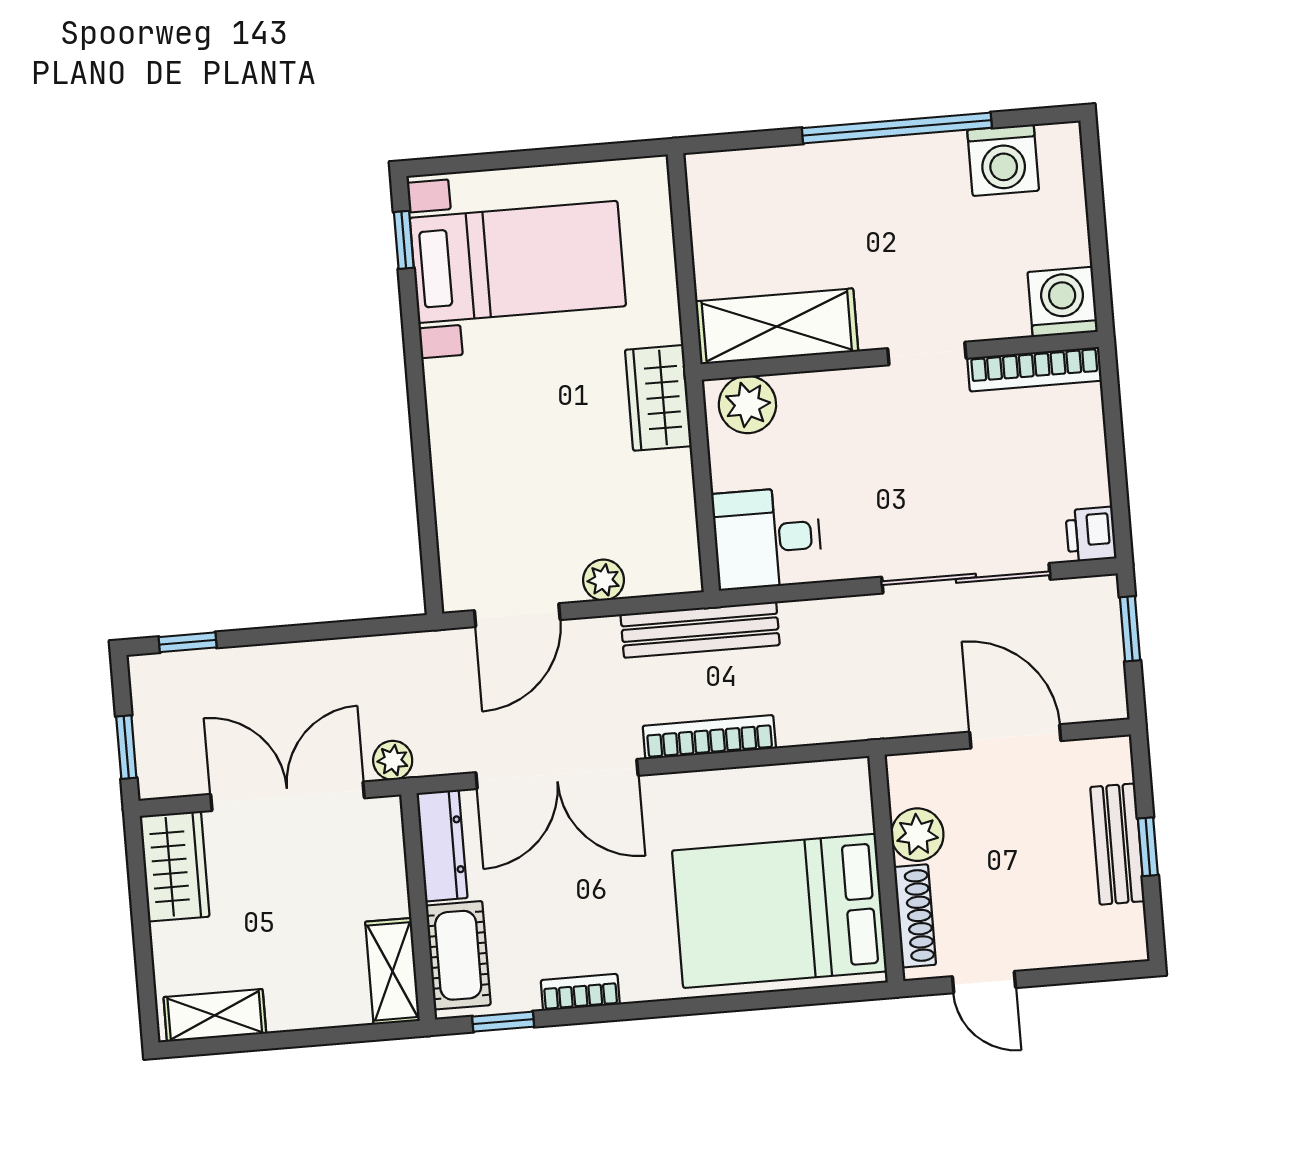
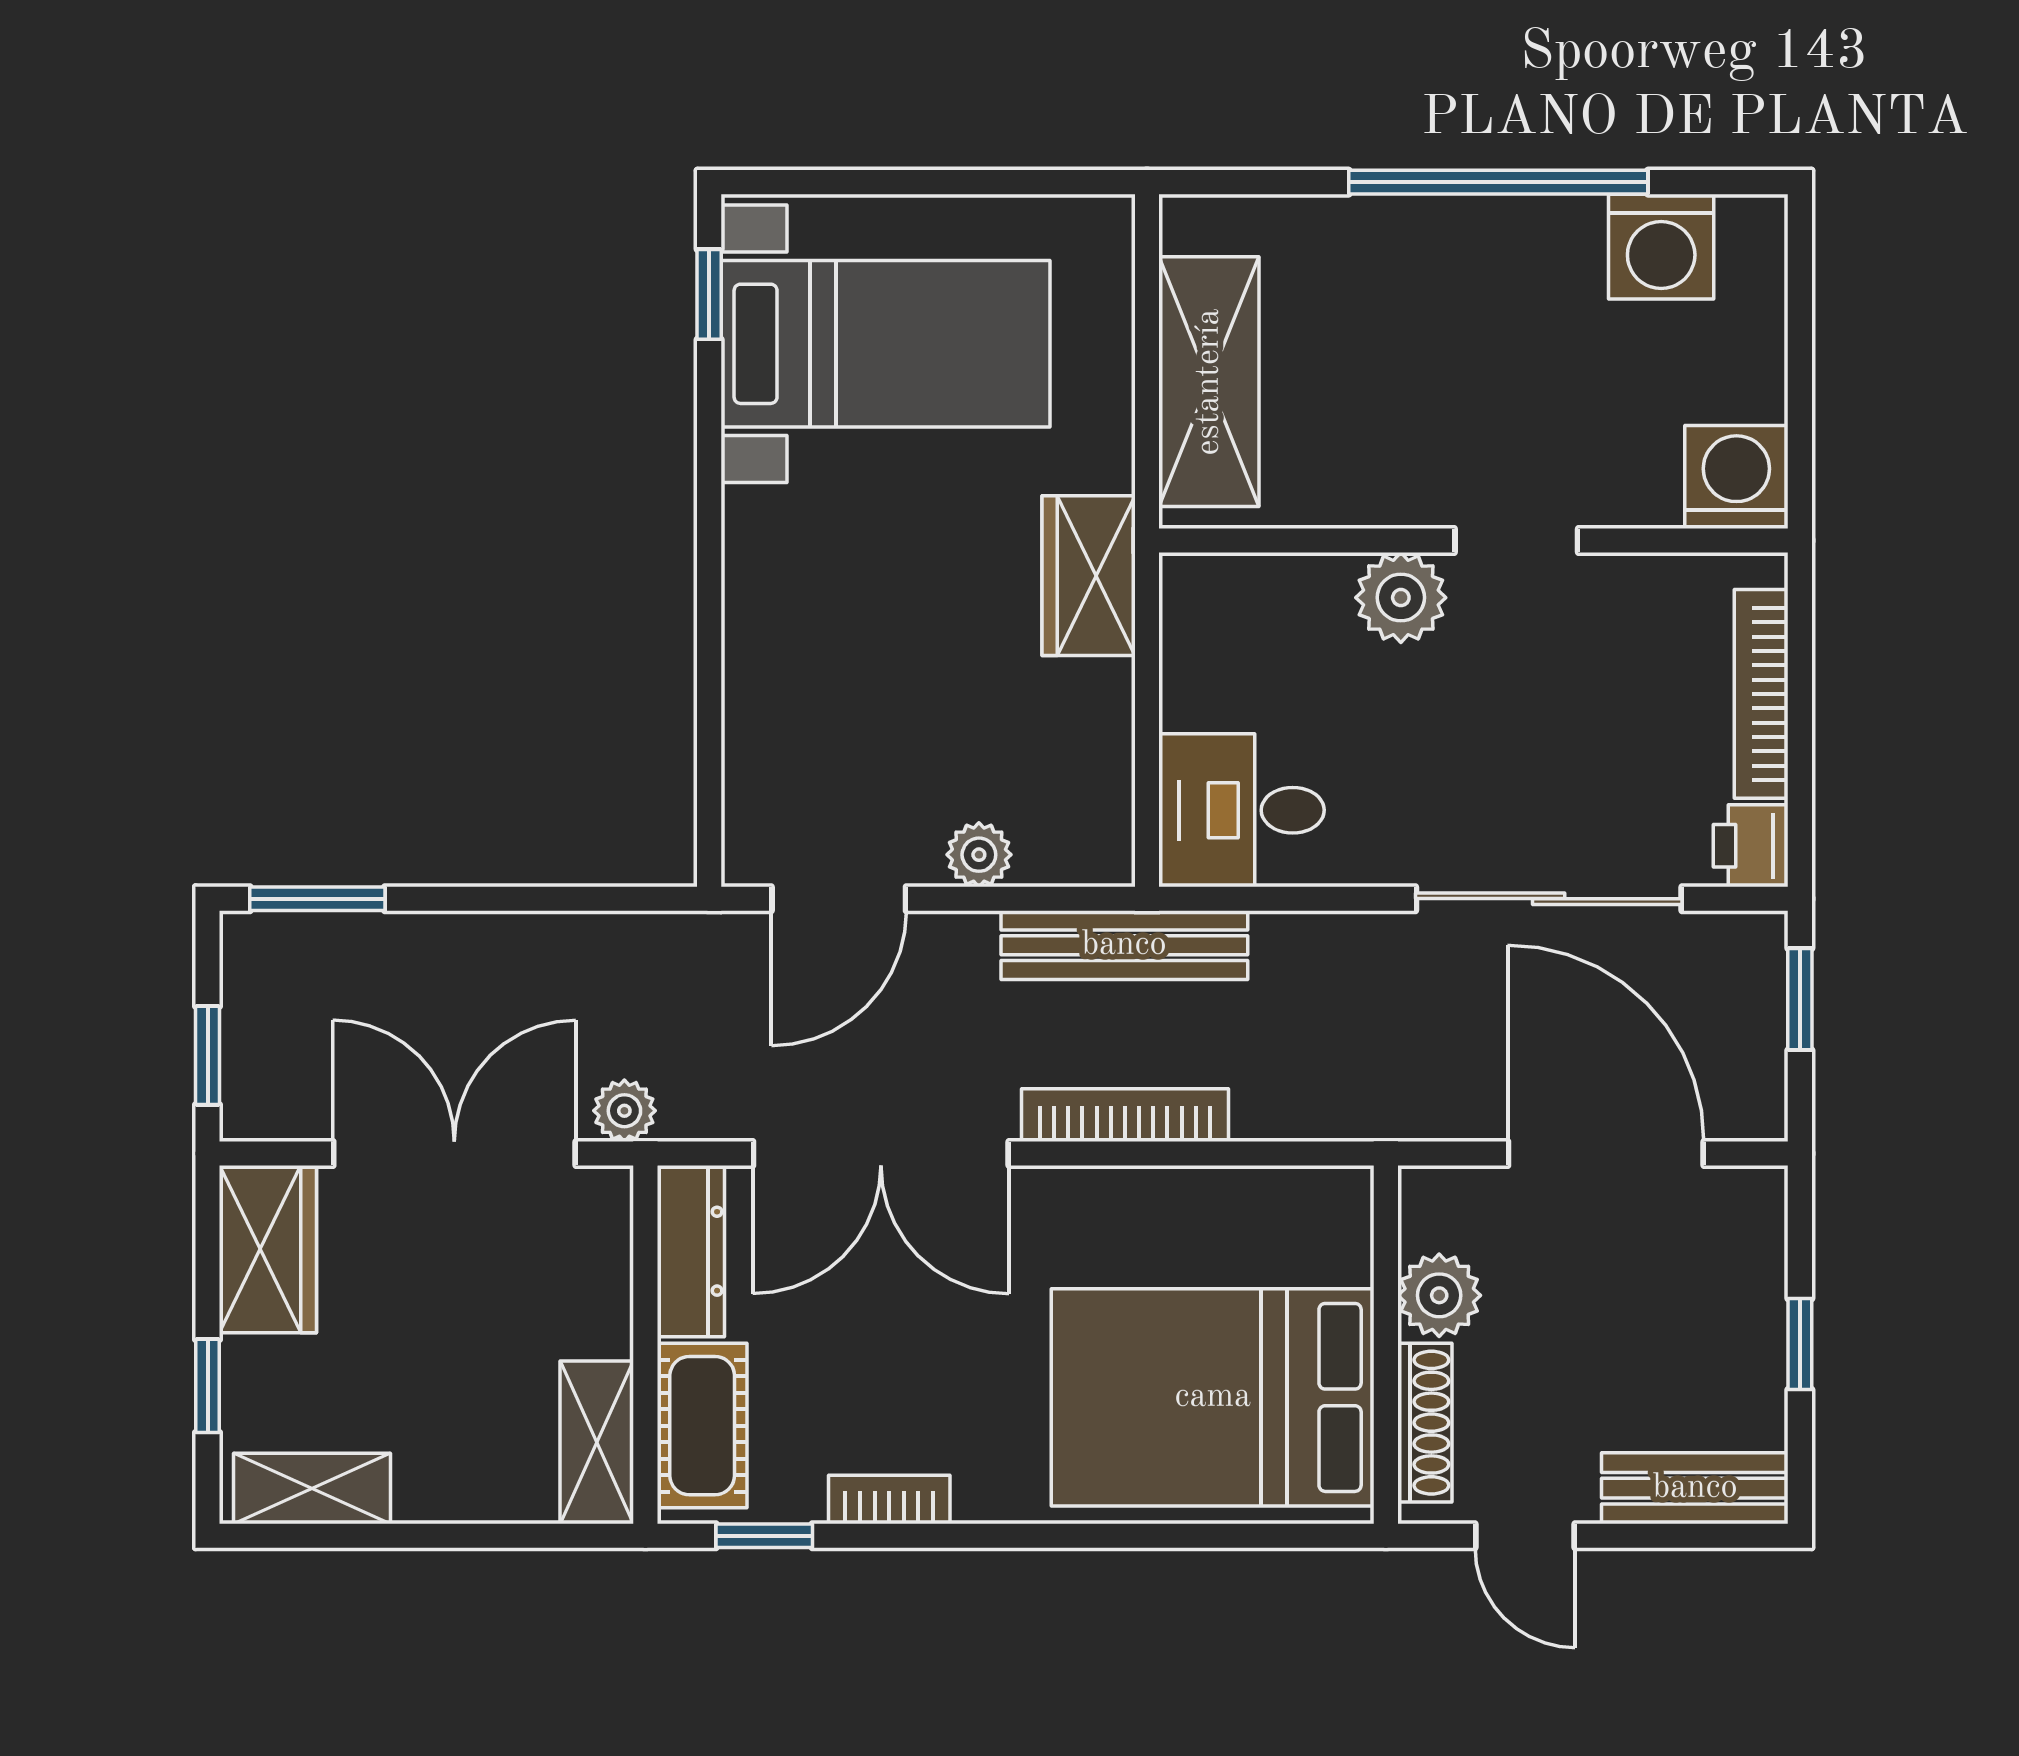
shelving: (777, 326) -> (1209, 382), moved, turned 90
bookcase: (1035, 369) -> (1761, 694), moved, turned 90
plant: (747, 405) -> (1401, 598), moved
window: (188, 642) -> (317, 899), width x1.50
door: (1015, 736) -> (1606, 1154), width x1.36
bench: (1117, 844) -> (1695, 1488), moved, turned 90
window: (143, 956) -> (208, 1386), added

